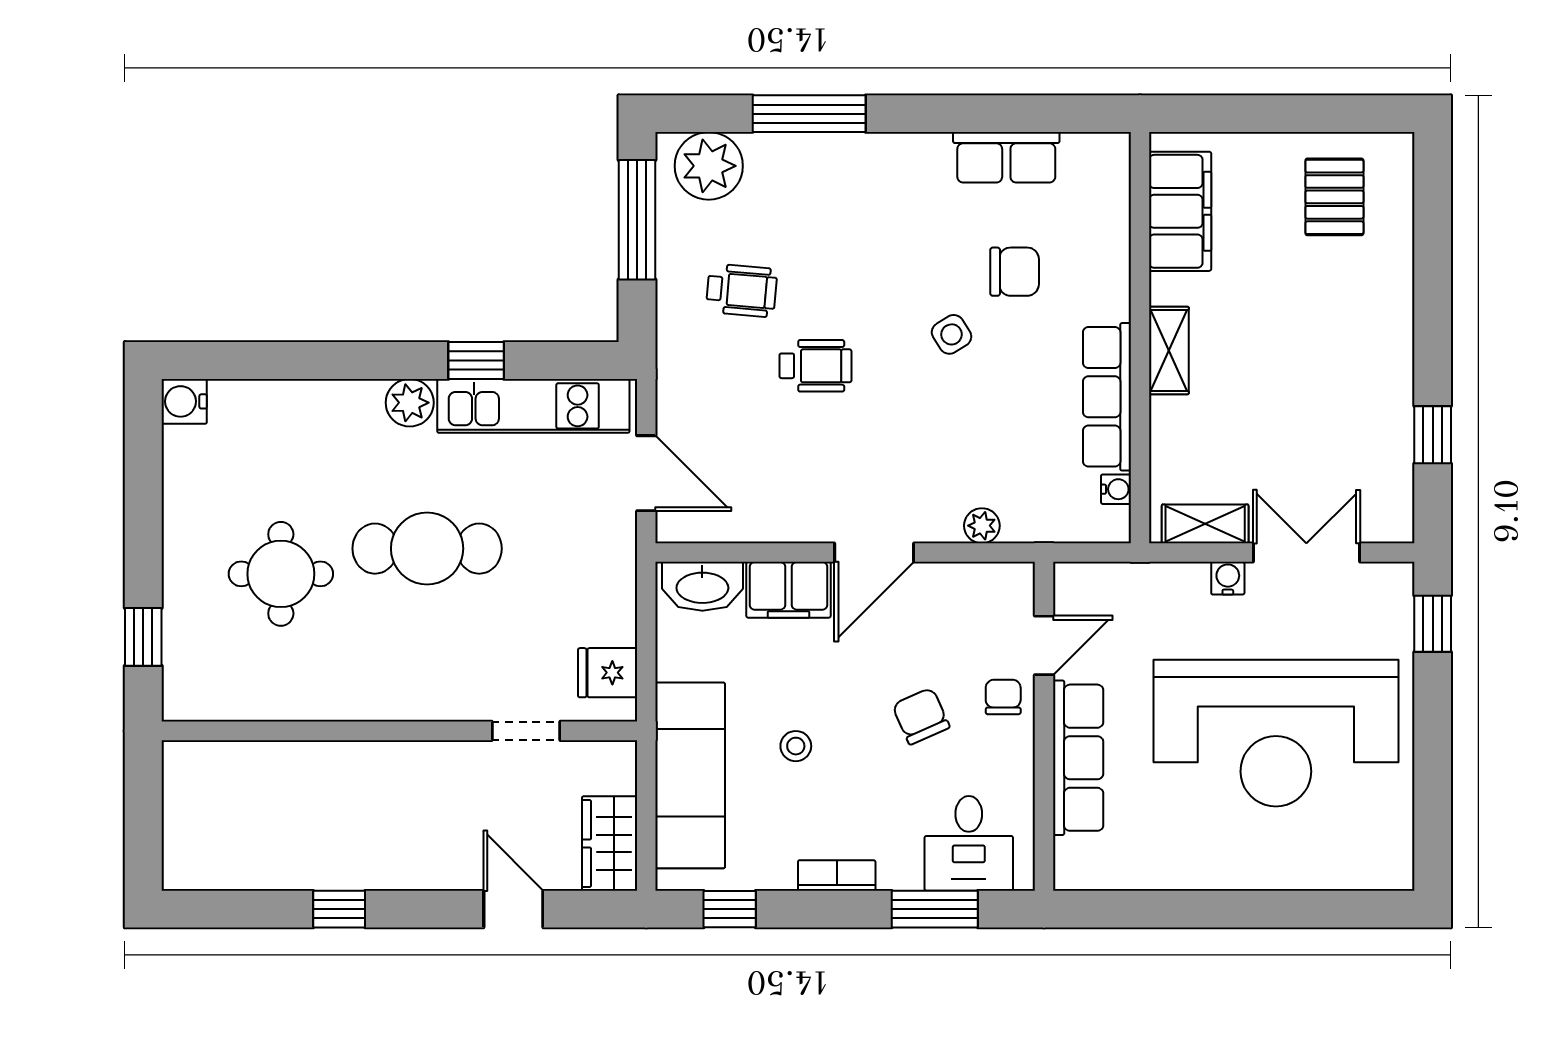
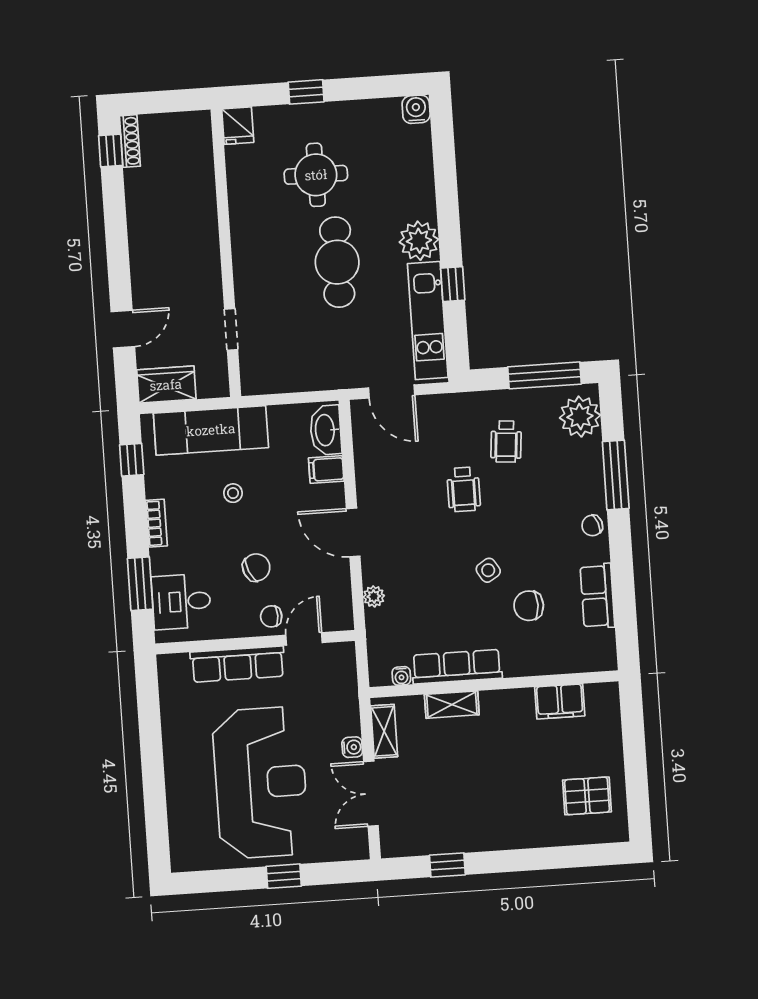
chair: (890, 158) -> (592, 525), added
filing cabinet: (1180, 211) -> (560, 701), width x0.67, depth x0.86
chair: (1015, 272) -> (529, 606), turned 90
shelving: (1169, 351) -> (452, 705), moved
plant: (410, 403) -> (419, 241), width x1.36, depth x1.36
door: (646, 473) -> (392, 391), hinge flipped
double door: (1306, 553) -> (371, 794), swing flipped
filing cabinet: (788, 590) -> (326, 470), width x0.50
window: (1433, 624) -> (284, 876), moved
window: (143, 637) -> (306, 92), moved
door: (1044, 645) -> (304, 639), swing flipped
fridge: (608, 673) -> (238, 126), moved, turned 180
chair: (1003, 697) -> (271, 616), turned 180
reception desk: (1276, 733) -> (261, 783), turned 180
shoe rack: (204, 876) -> (130, 141), added
window: (339, 909) -> (111, 150), moved

